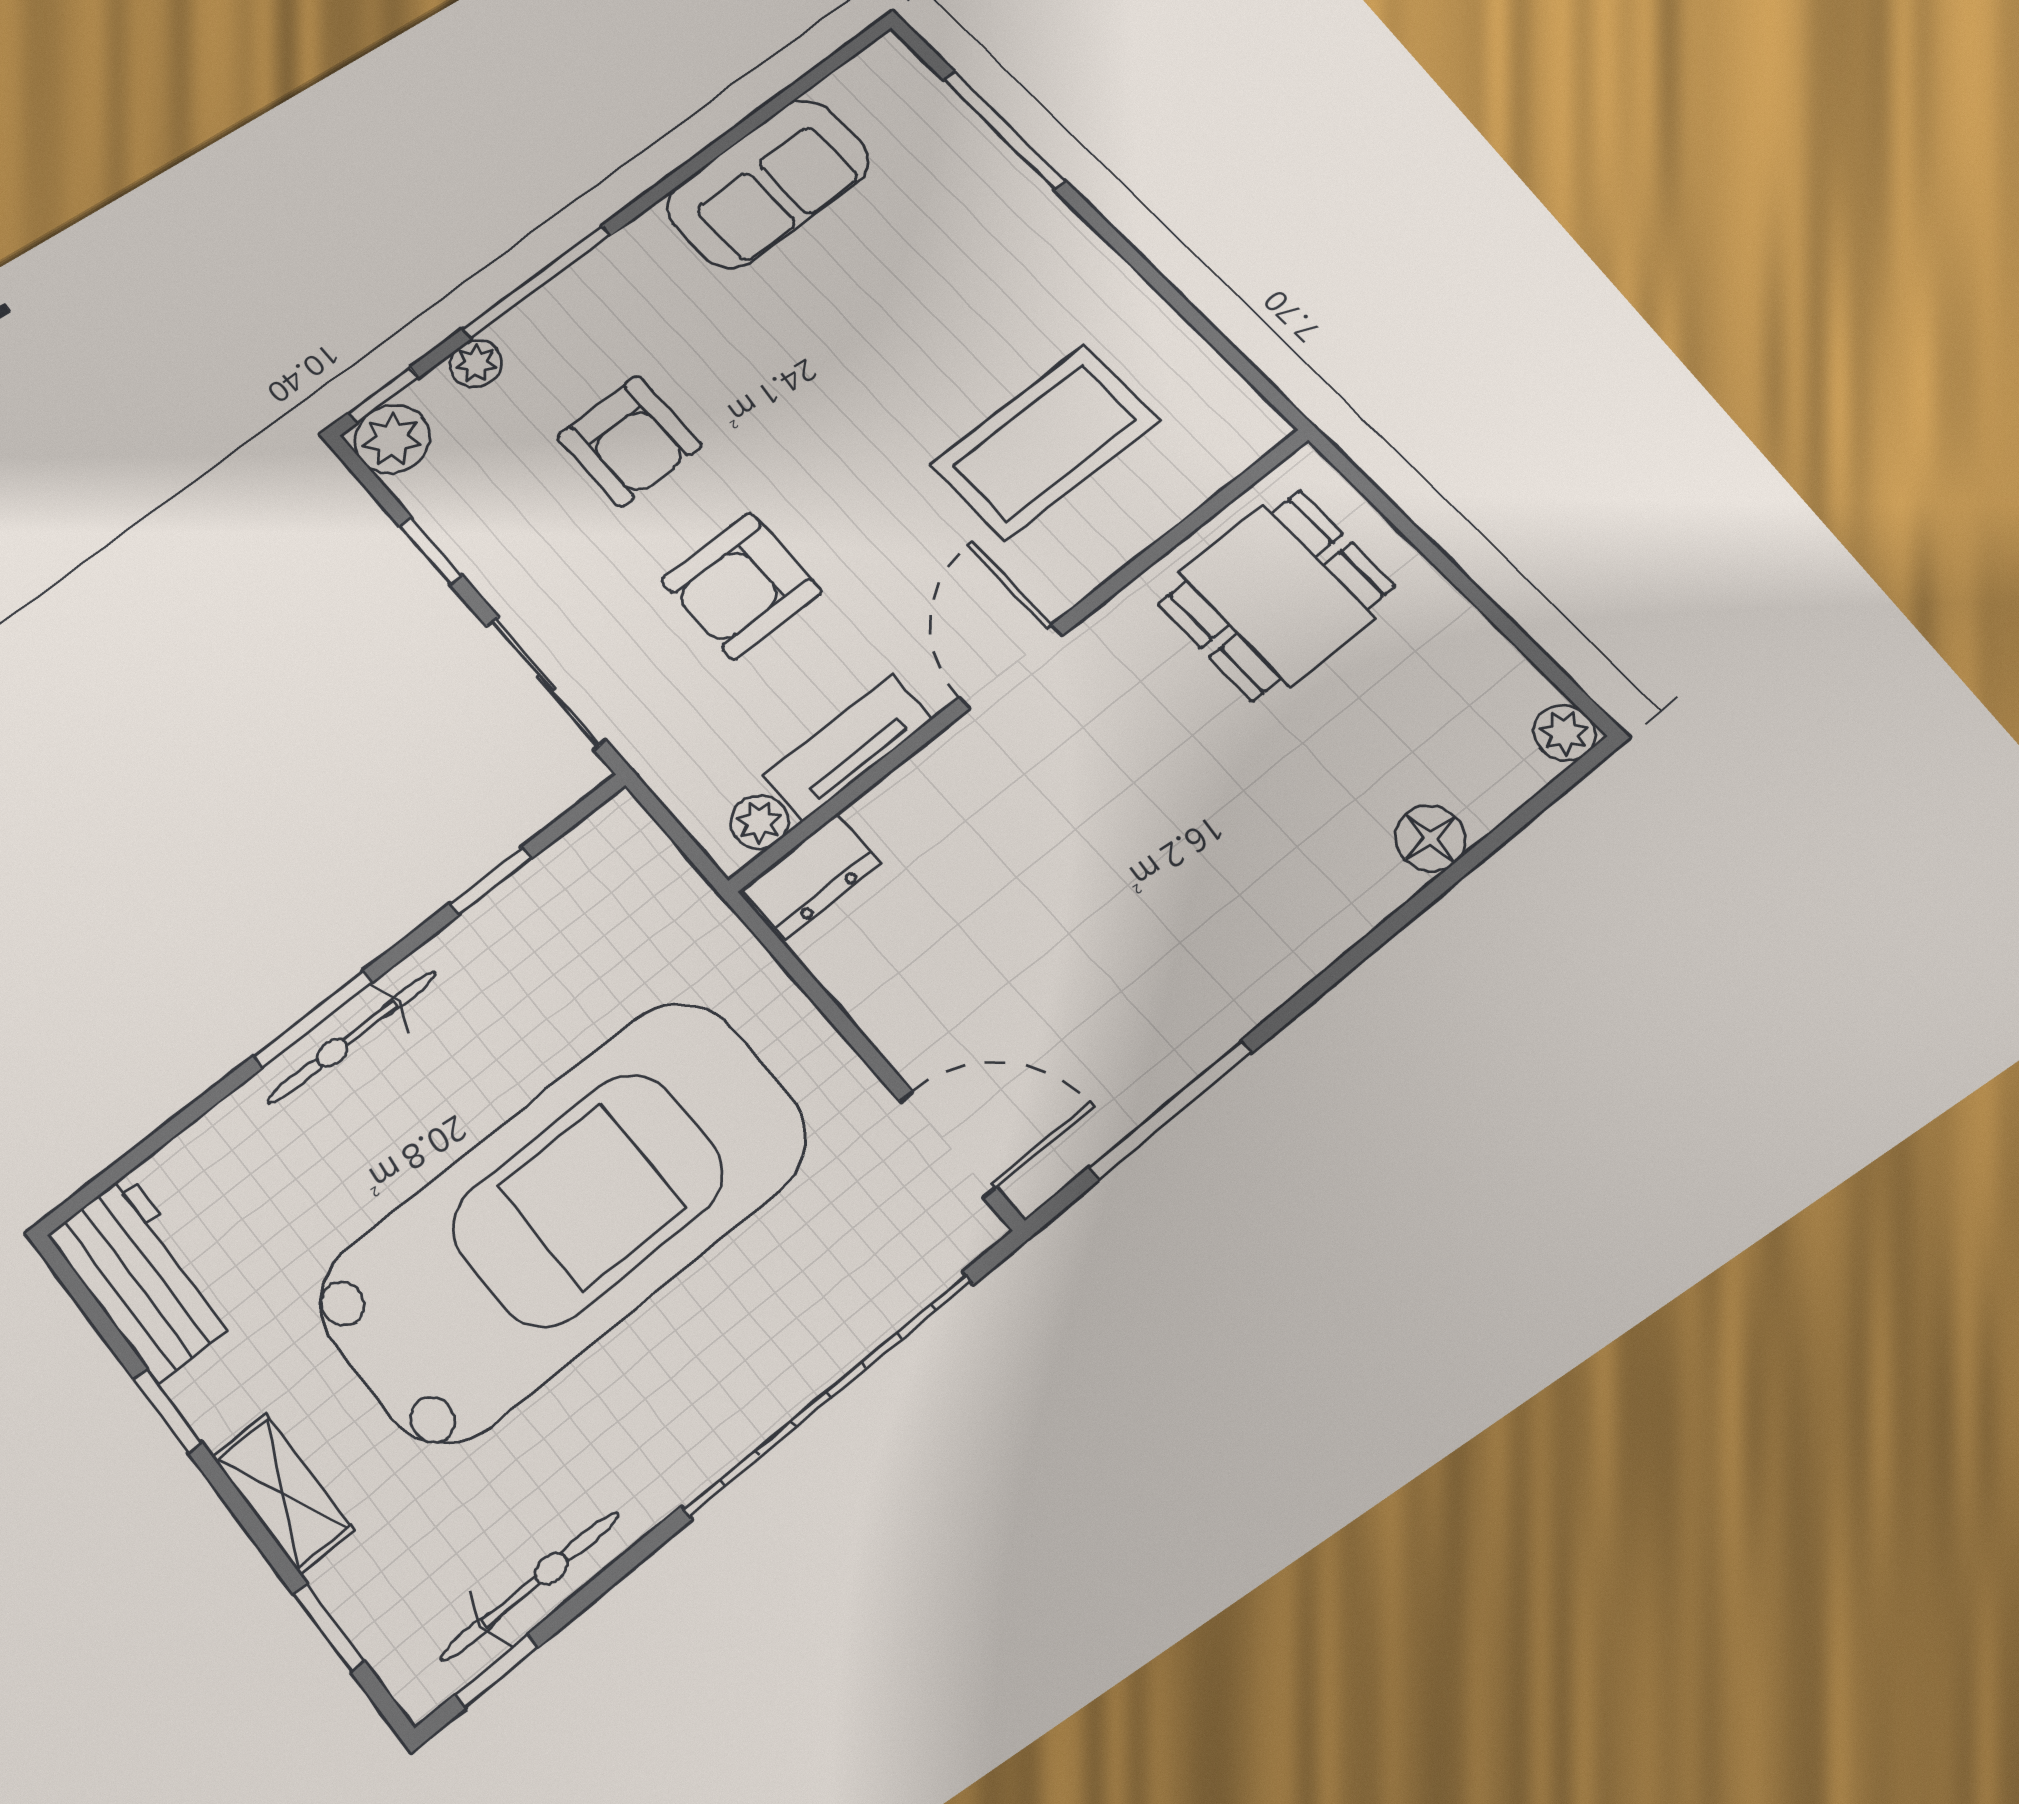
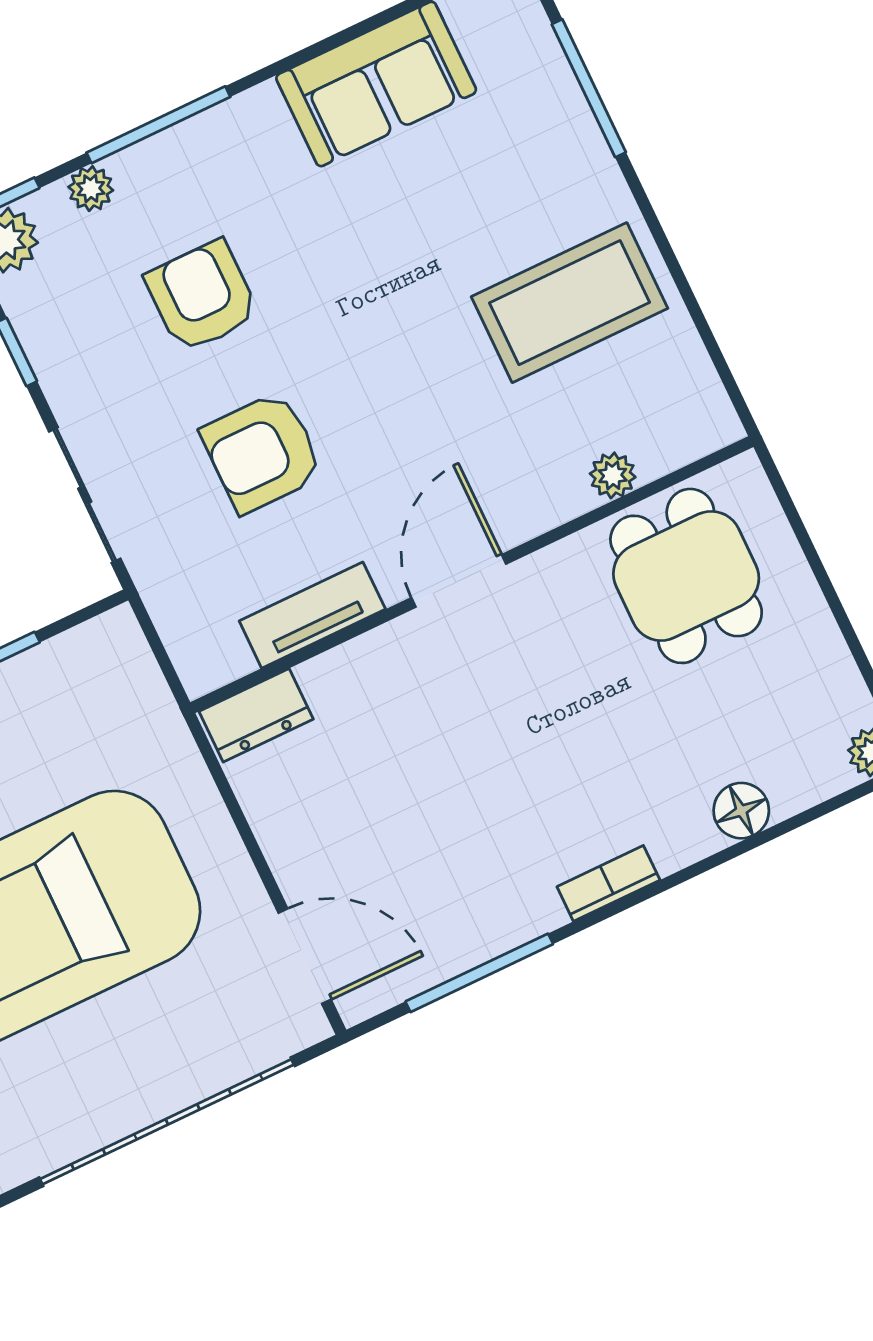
armchair: (629, 441) -> (202, 296), turned 180
coffee table: (1045, 443) -> (570, 303), moved
dining table: (1276, 595) -> (686, 576), turned 90
plant: (759, 822) -> (613, 475), moved
bookcase: (1297, 963) -> (608, 883), added

